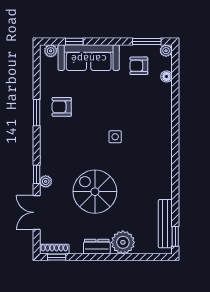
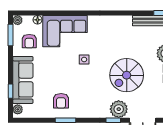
corner sofa: (152, 112) -> (65, 31), added
plant: (46, 181) -> (119, 109), width x1.88, depth x1.88

